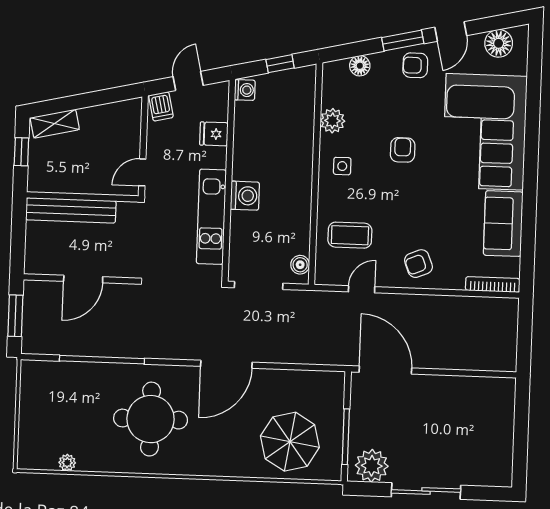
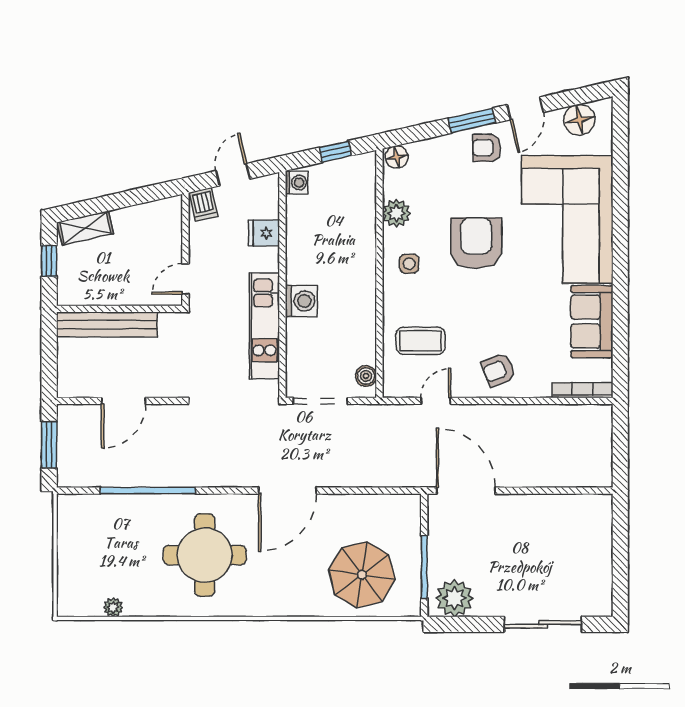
floor lamp: (360, 66) -> (397, 157), moved
armchair: (403, 150) -> (476, 243), width x1.88, depth x1.88
sliding door: (426, 491) -> (543, 624), moved

